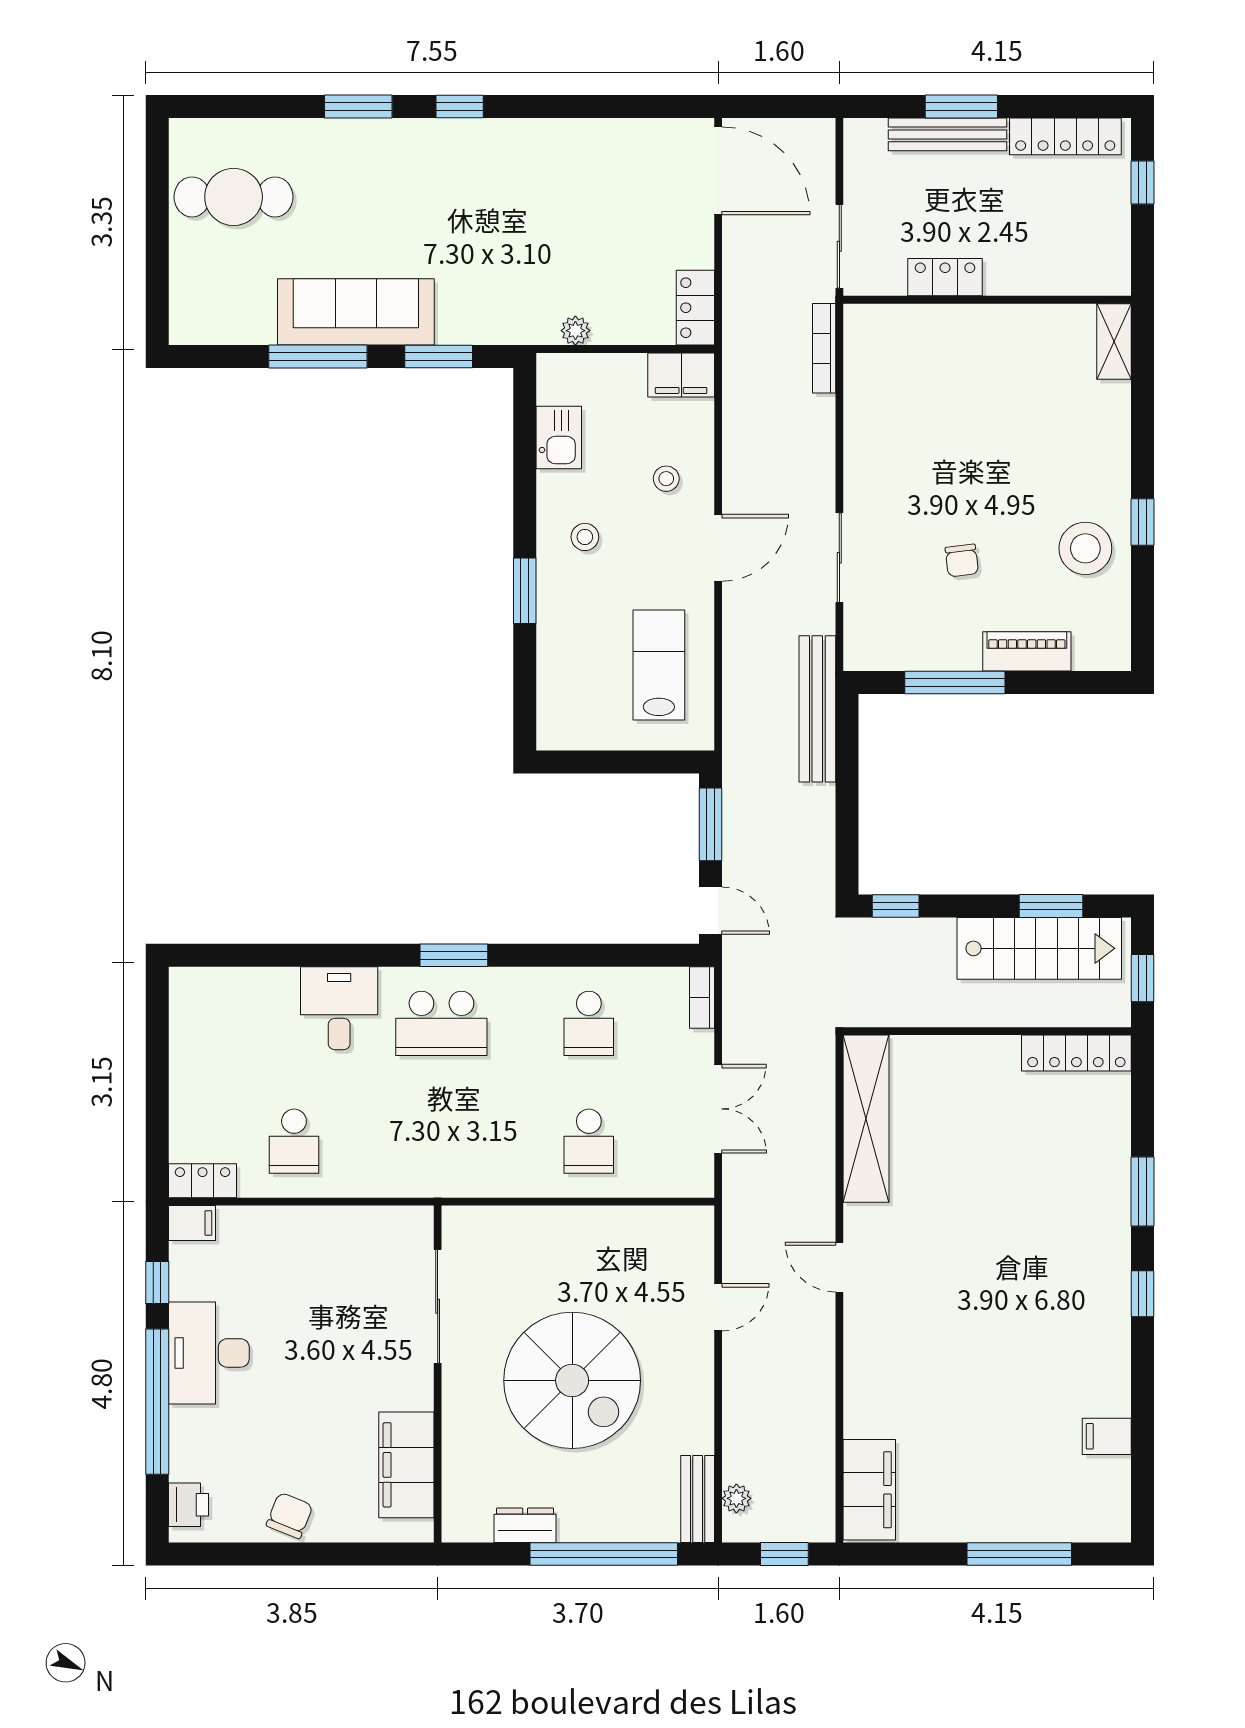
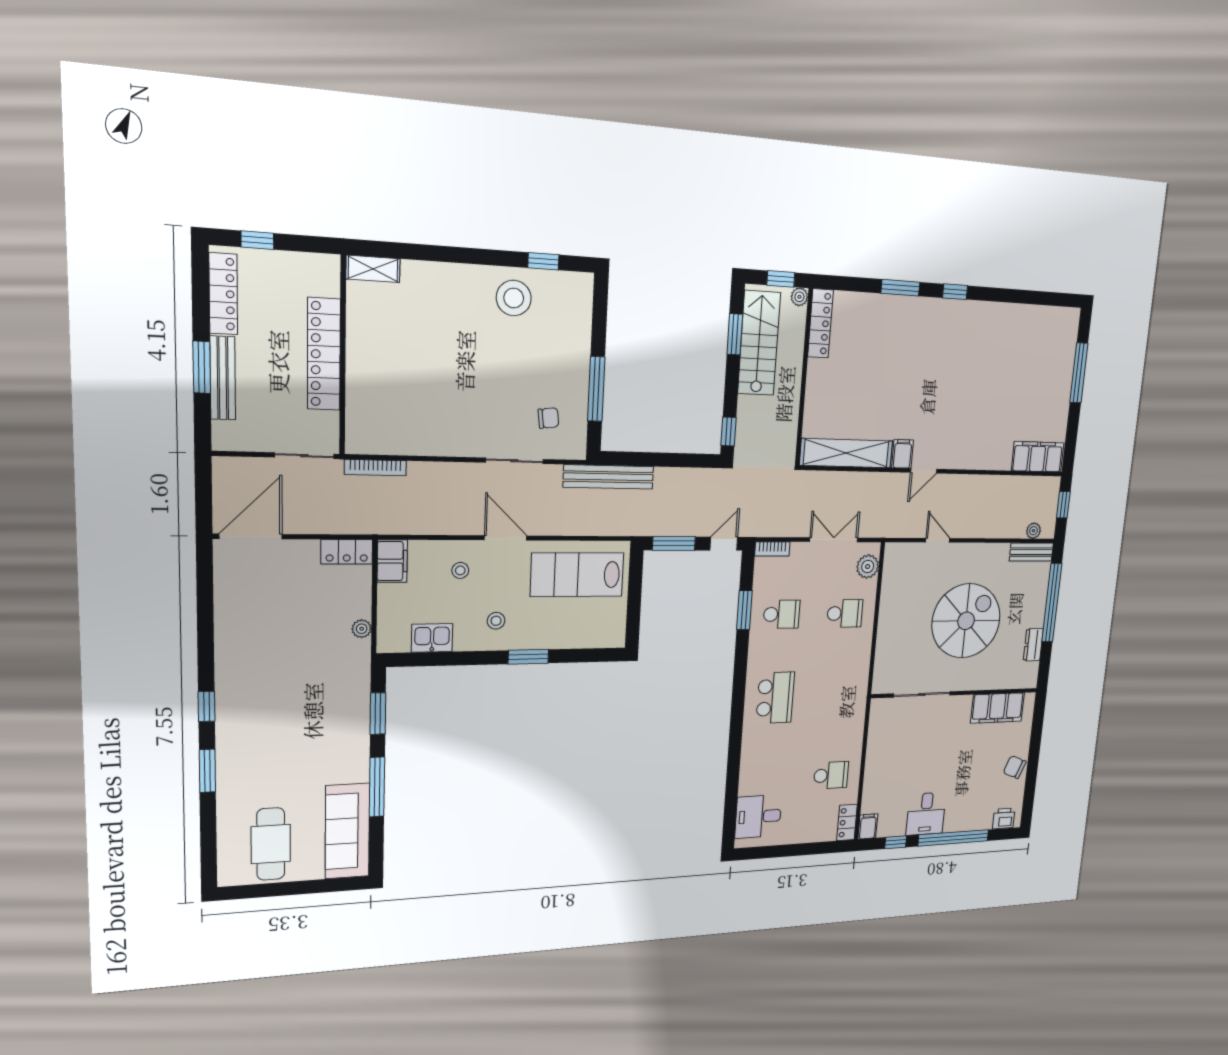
locker: (945, 277) -> (324, 354), width x2.16, depth x1.21
sofa: (356, 312) -> (347, 831), moved
window: (1142, 522) -> (543, 261), moved
chair: (962, 560) -> (548, 418), moved
piano: (1027, 651) -> (579, 341), removed
lab bench: (659, 665) -> (577, 575), width x1.36, depth x1.39
window: (454, 955) -> (744, 610), moved
desk: (339, 1008) -> (758, 816), moved
plant: (1116, 1013) -> (799, 297), added
plant: (671, 1177) -> (868, 567), added
desk: (209, 1353) -> (926, 814), width x0.73
filing cabinet: (1107, 1436) -> (903, 454), moved, turned 180

